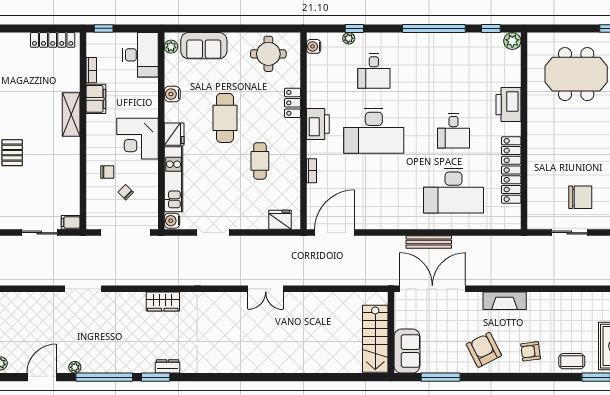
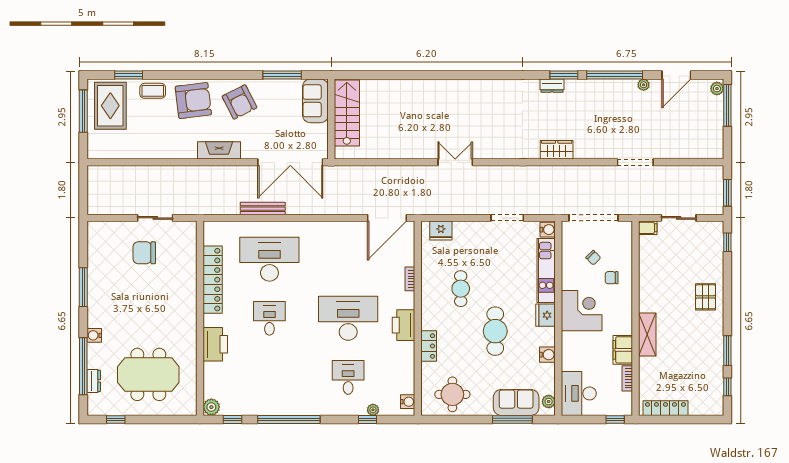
window: (208, 28) -> (512, 419), added
bench: (429, 242) -> (263, 209), moved
armchair: (531, 351) -> (193, 101), width x1.88, depth x1.88

